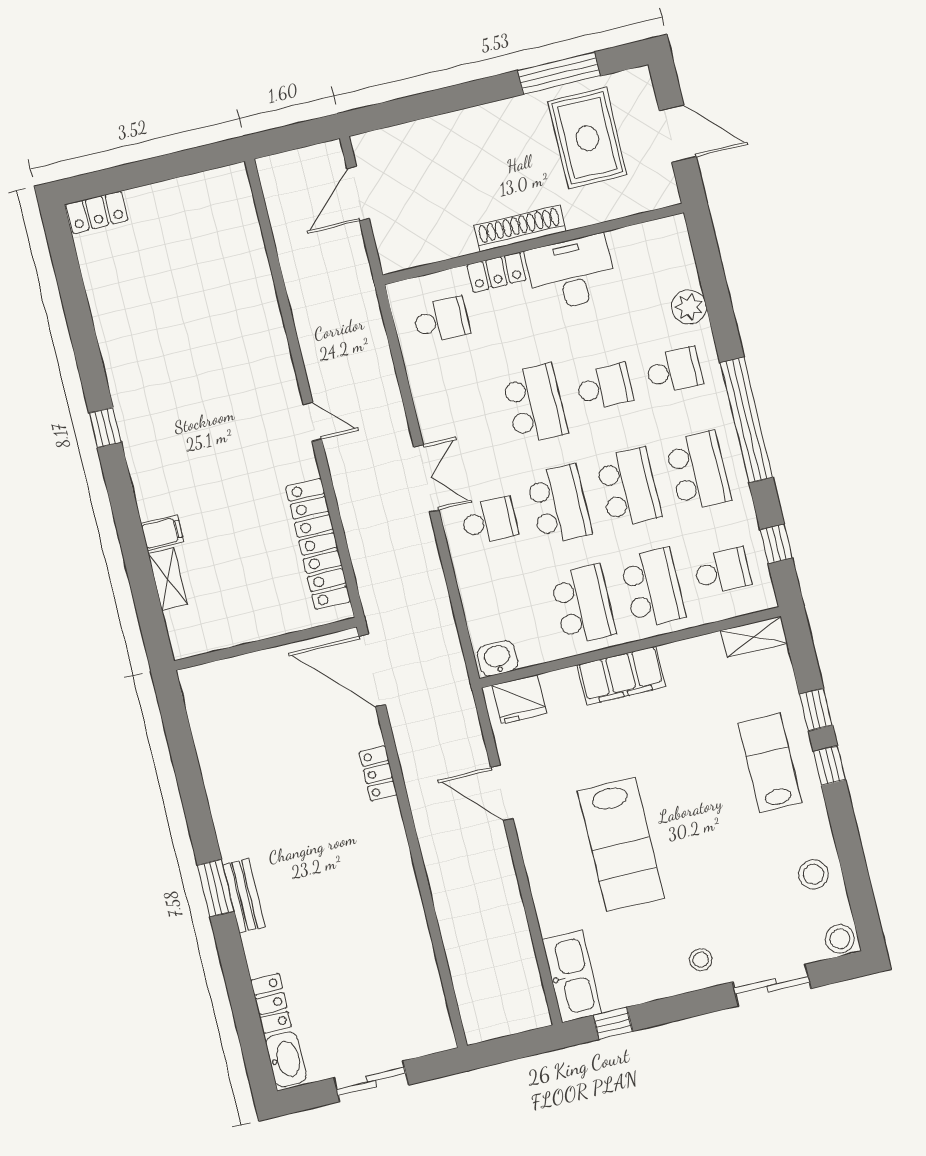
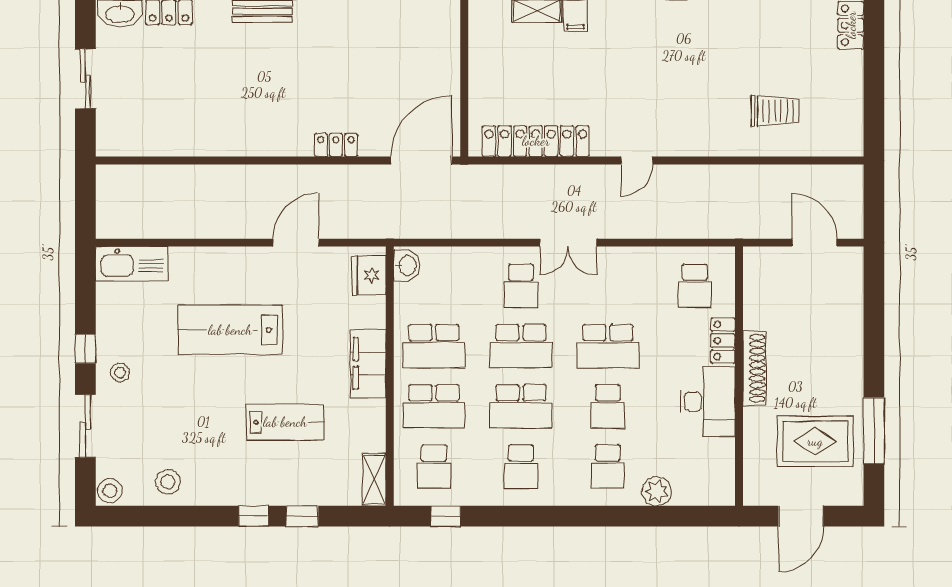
trolley: (217, 276) -> (775, 111), added
window: (746, 420) -> (553, 516), removed
school desk: (698, 471) -> (521, 467), width x0.54
lab bench: (770, 763) -> (285, 422), moved
window: (613, 1023) -> (85, 349), moved

